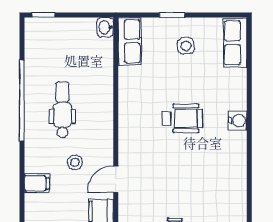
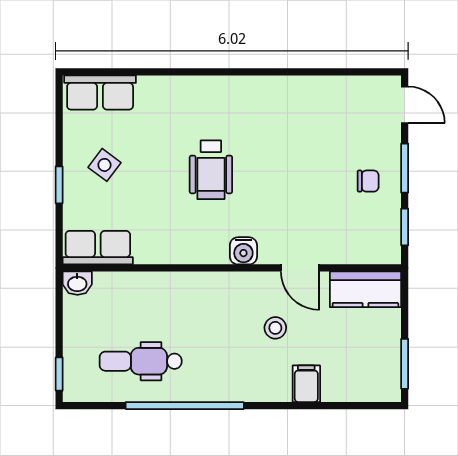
side table: (186, 46) -> (104, 165), turned 45
dental chair: (62, 109) -> (141, 361), moved
wheelchair: (183, 118) -> (211, 170), turned 180
water cooler: (238, 121) -> (243, 251), moved, turned 180

